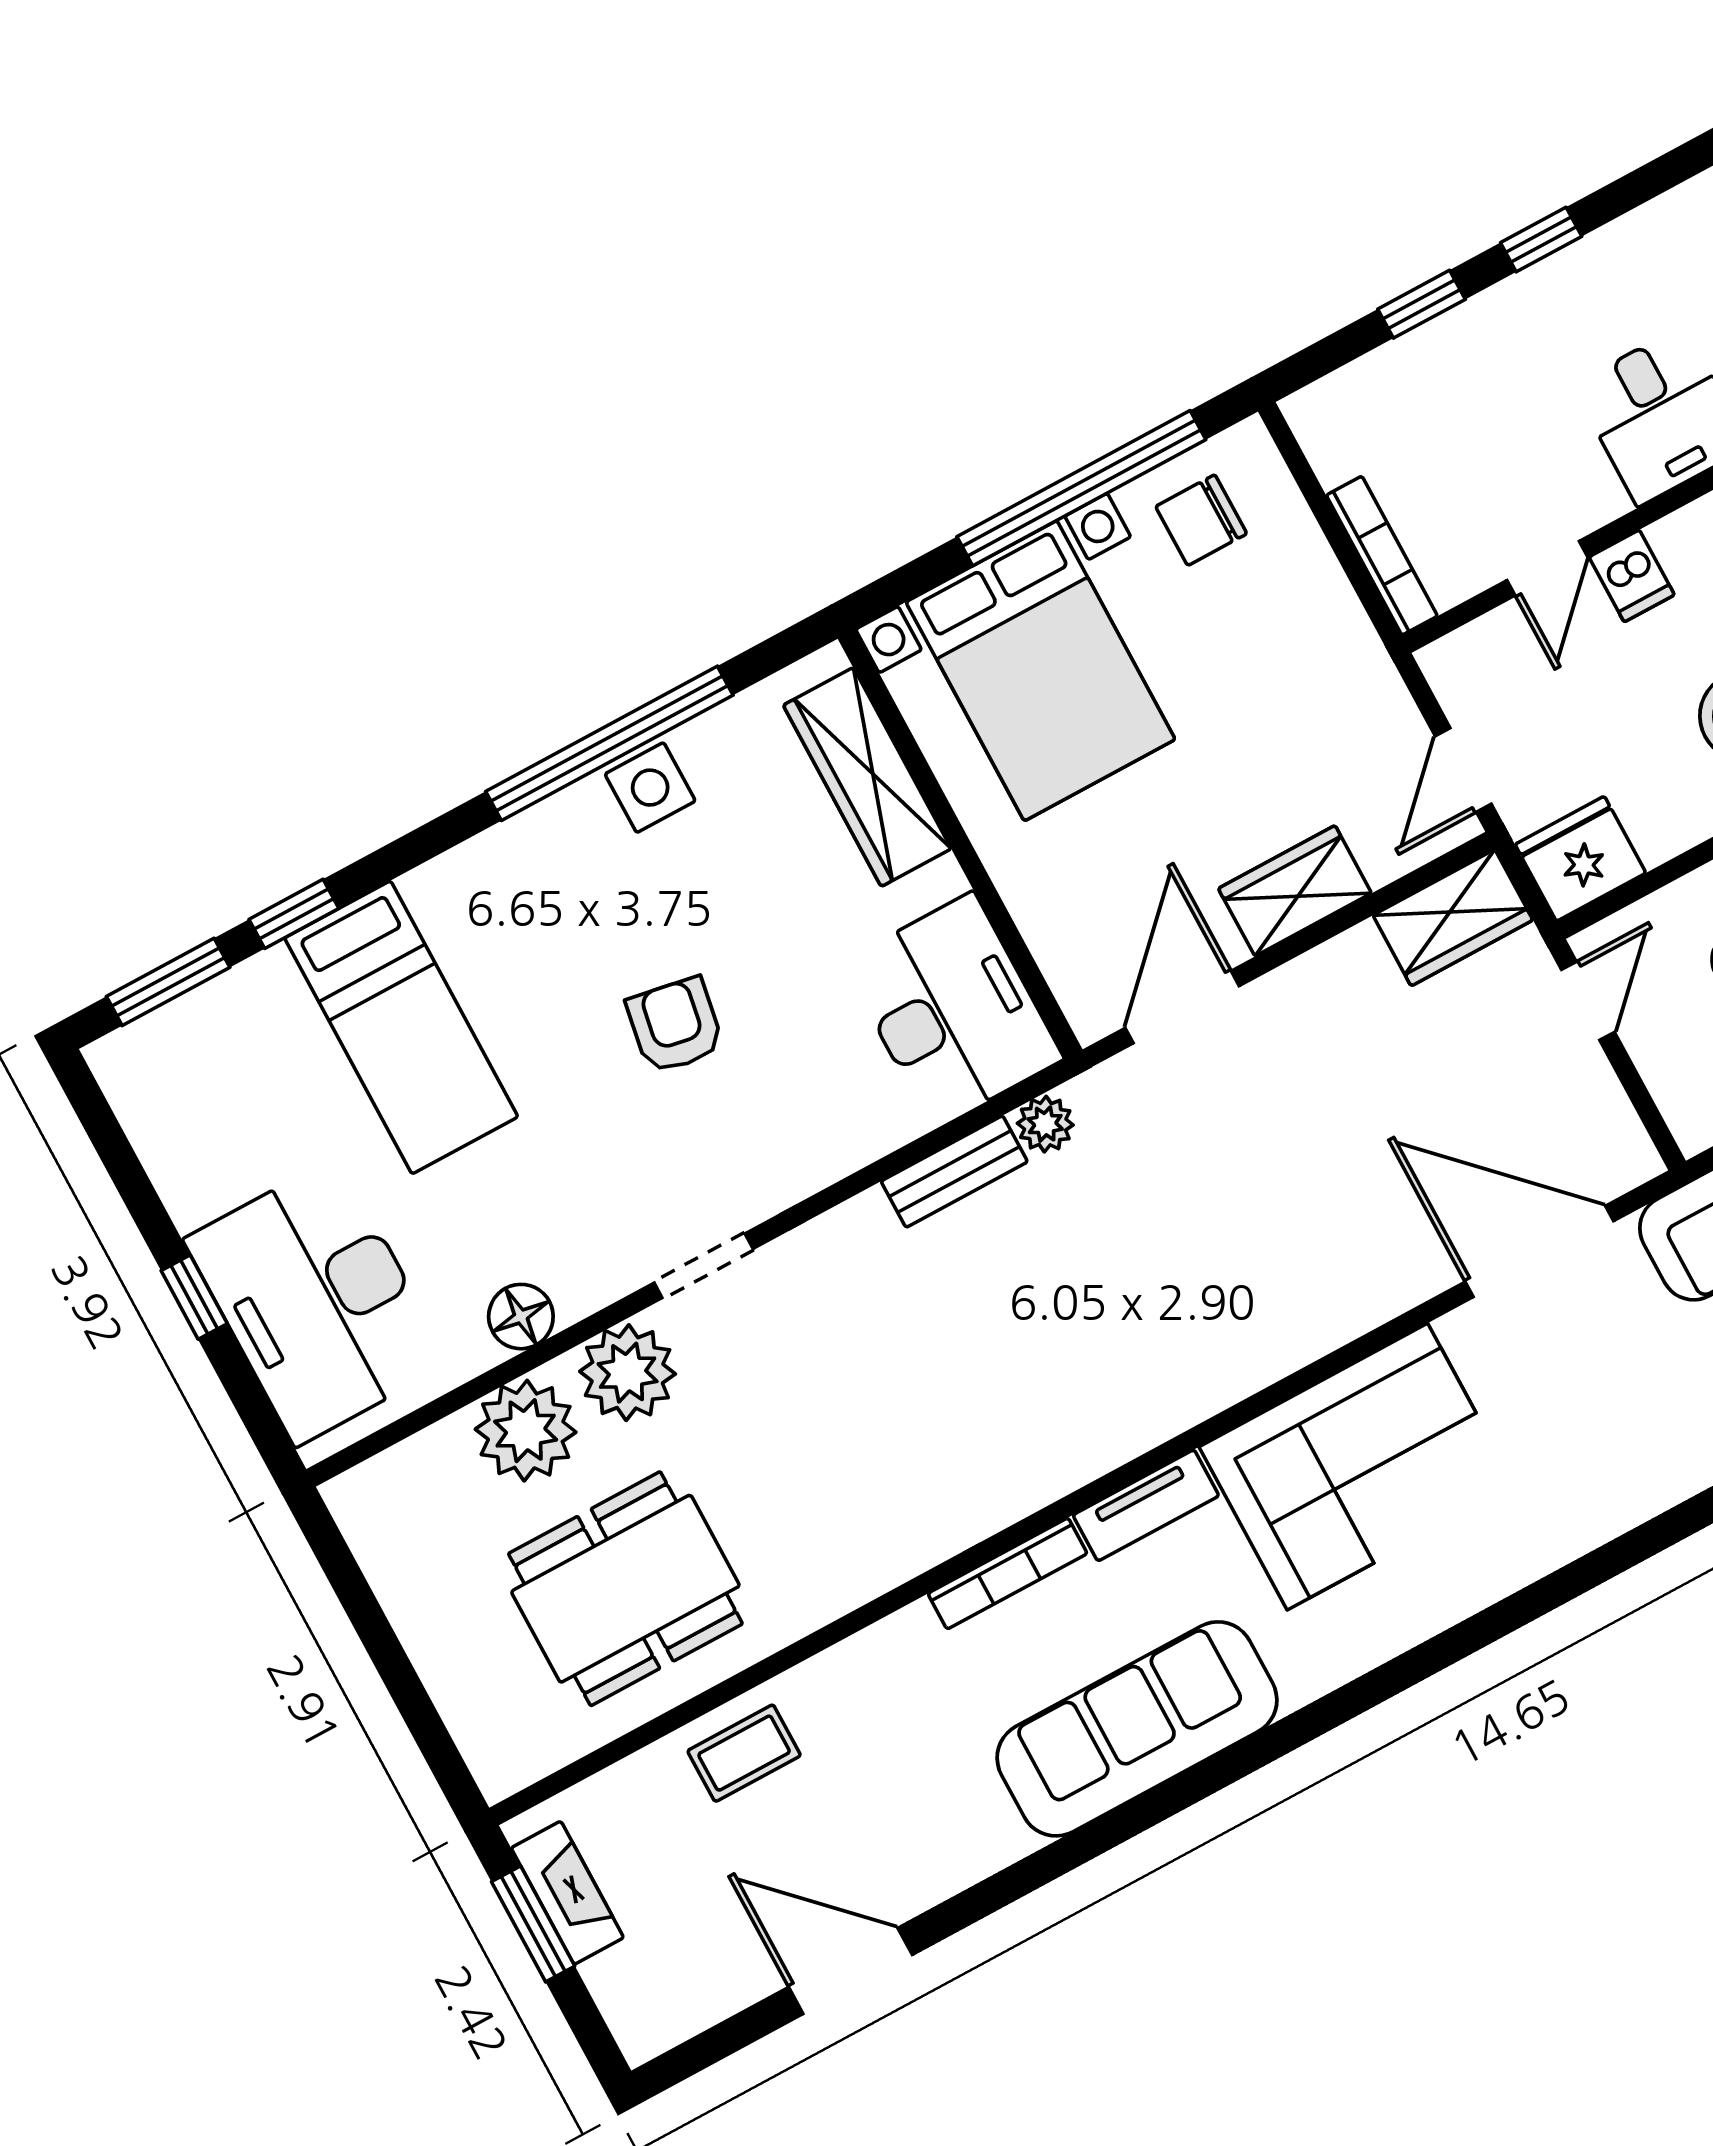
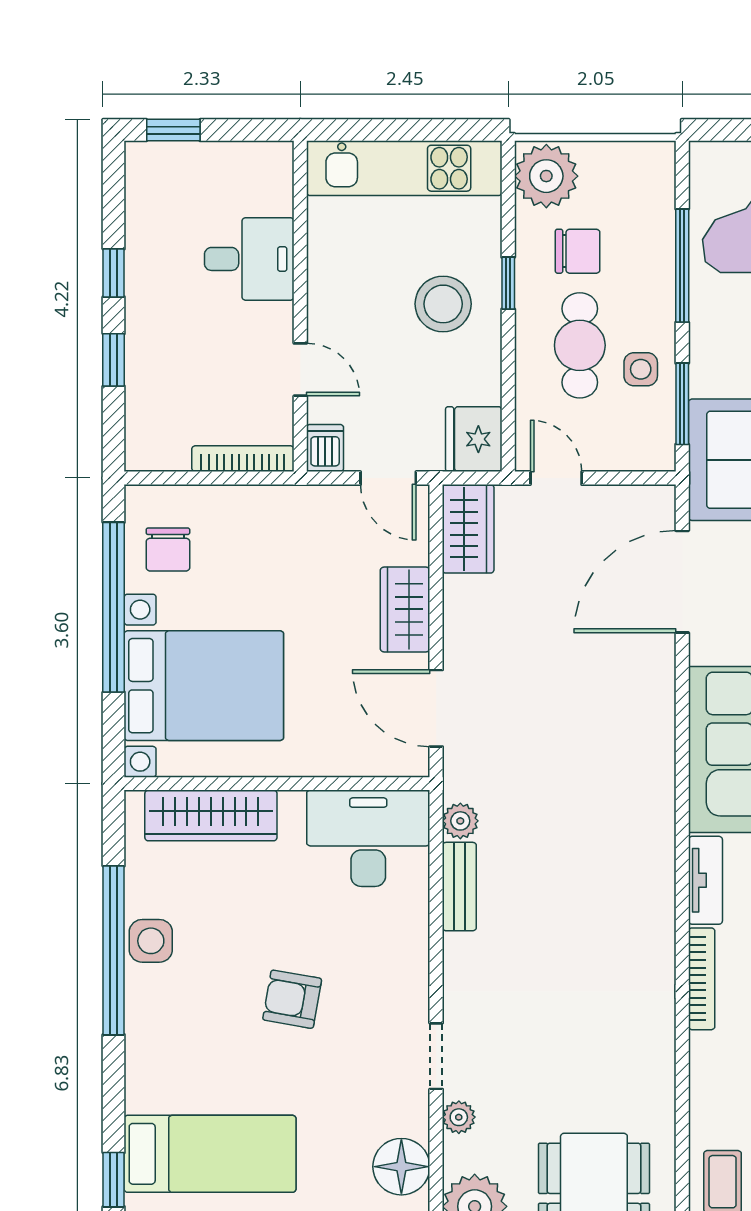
dishwasher: (1632, 576) -> (325, 448), moved, turned -90
floor lamp: (521, 1317) -> (401, 1167), width x1.38, depth x1.38
plant: (628, 1373) -> (459, 1117), width x0.53, depth x0.53

